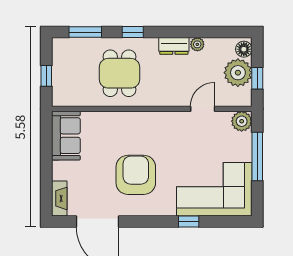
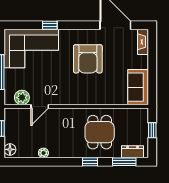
dresser: (174, 46) -> (133, 152), moved
plant: (238, 73) -> (14, 133), removed
plant: (242, 121) -> (22, 98), moved

